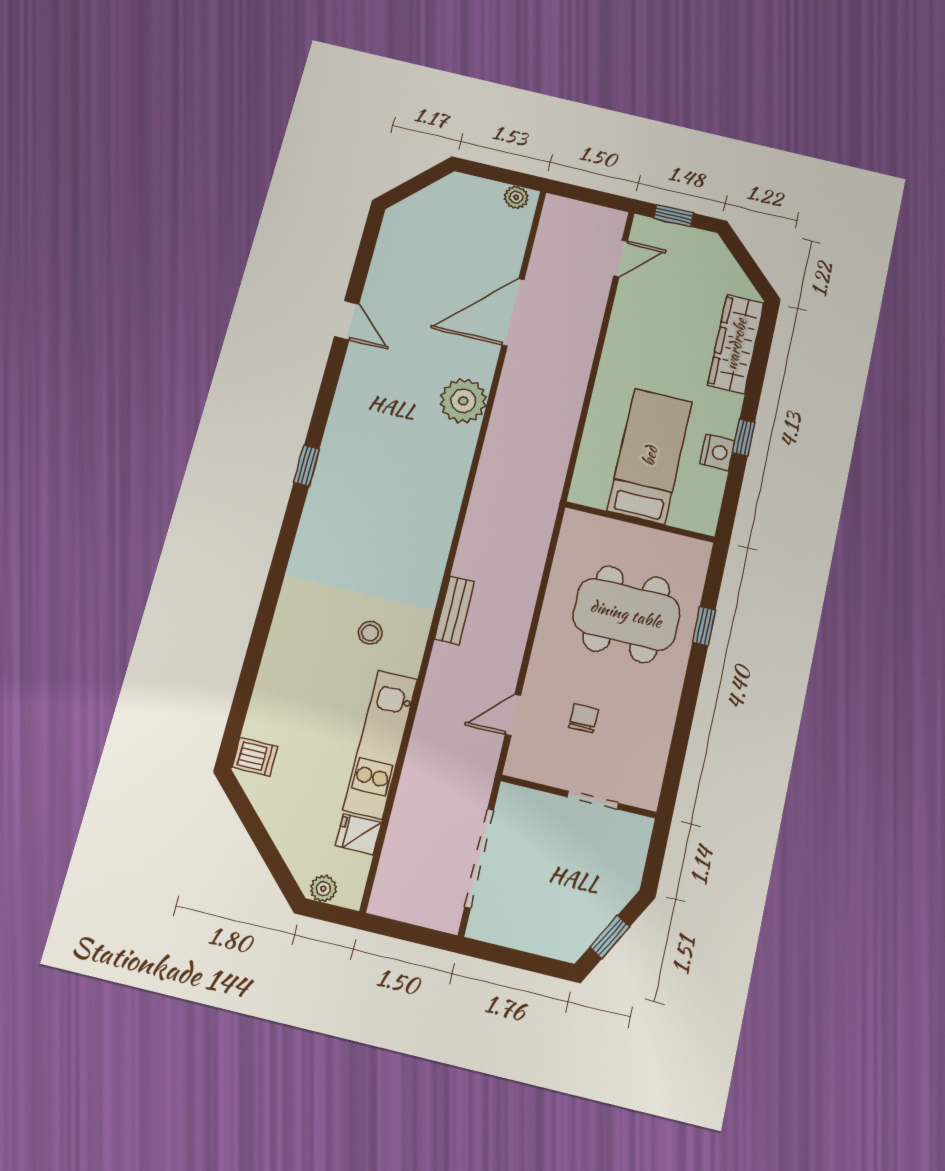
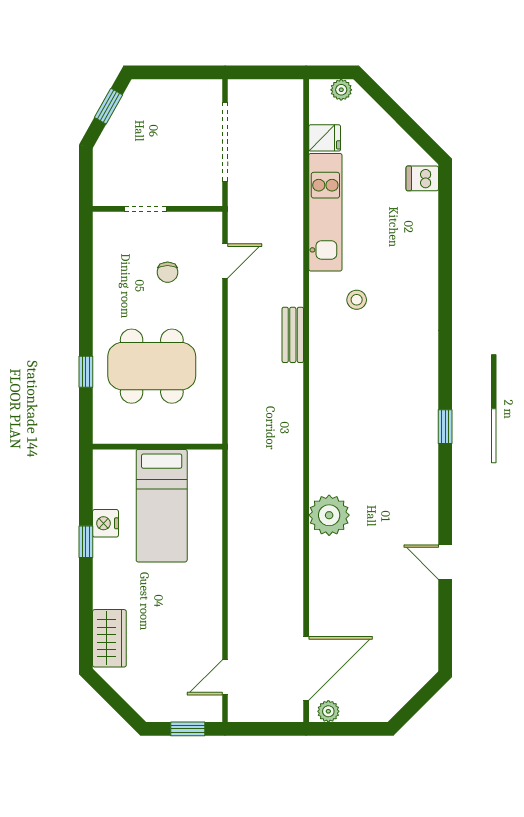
door: (513, 312) -> (306, 668), moved
wardrobe: (736, 344) -> (109, 638), width x0.67

